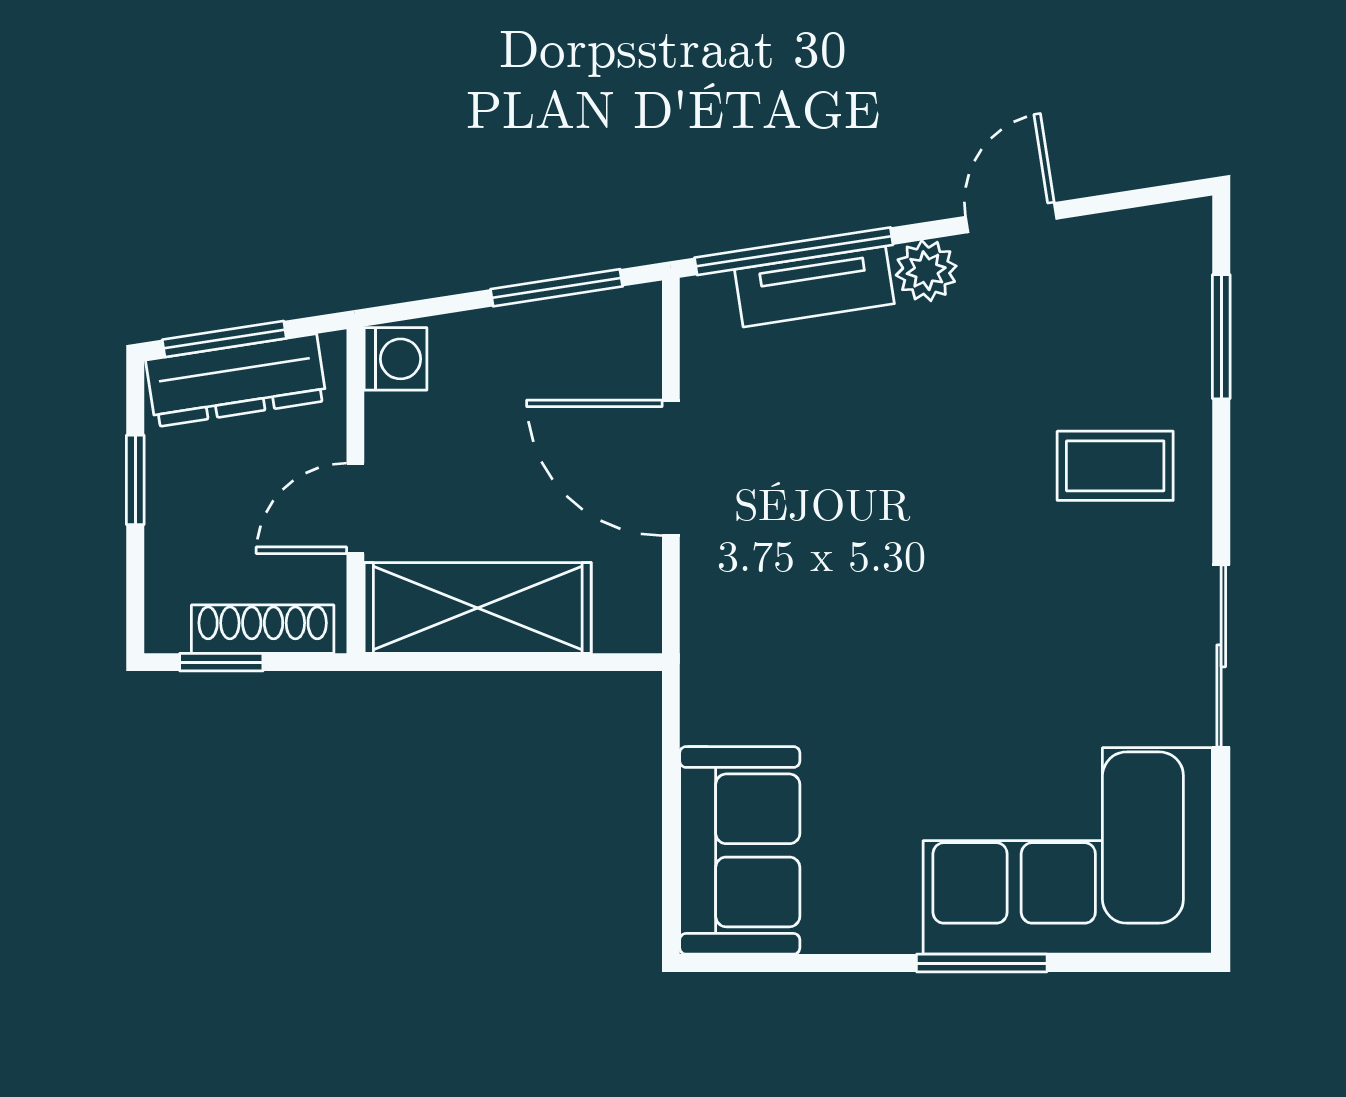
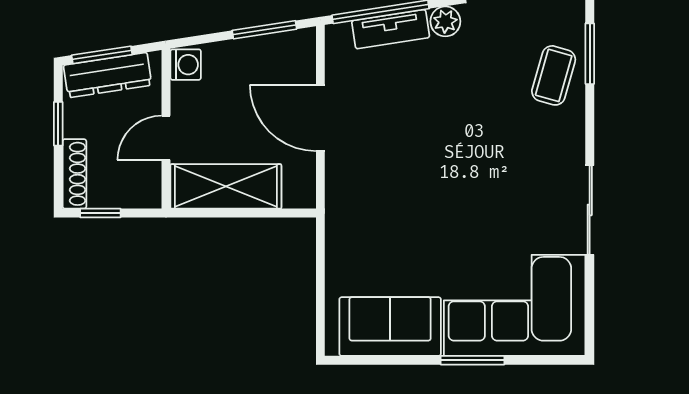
coffee table: (1115, 466) -> (554, 75), moved, turned -74
shoe rack: (263, 629) -> (74, 174), moved, turned 90
sofa: (740, 850) -> (390, 327), moved, turned -90

